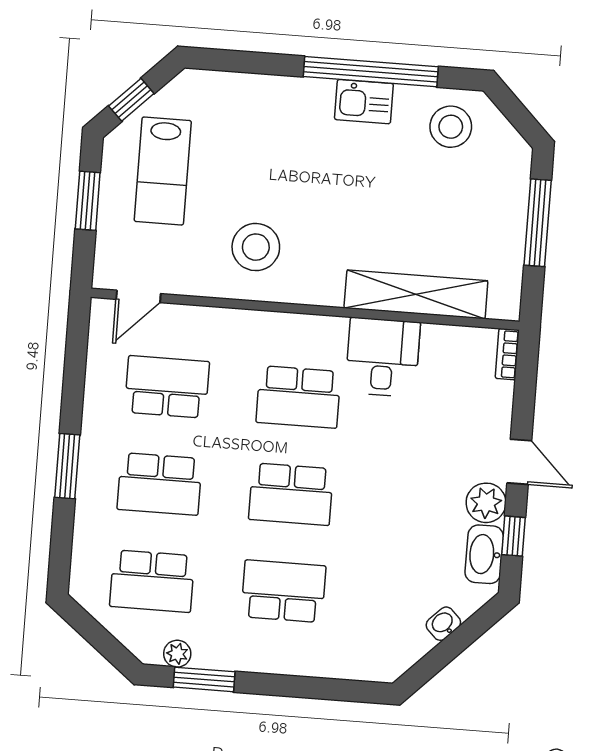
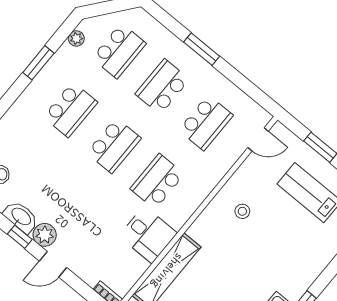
stool: (256, 247) -> (242, 211), width x0.53, depth x0.53
door: (138, 296) -> (258, 139), swing flipped
school desk: (291, 494) -> (114, 145), turned 180
school desk: (152, 581) -> (119, 51), turned 180
window: (204, 679) -> (38, 63), moved

